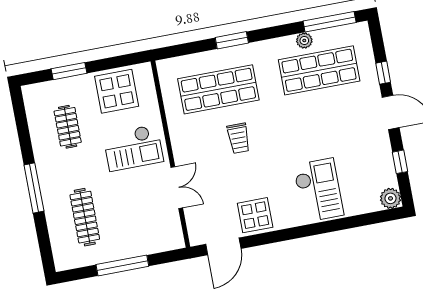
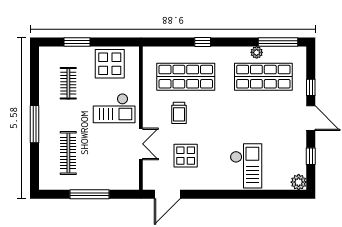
window: (232, 40) -> (203, 42), width x0.67
trolley: (239, 138) -> (179, 113), moved
display table: (255, 215) -> (186, 156), moved

